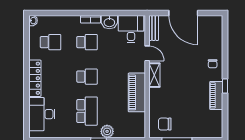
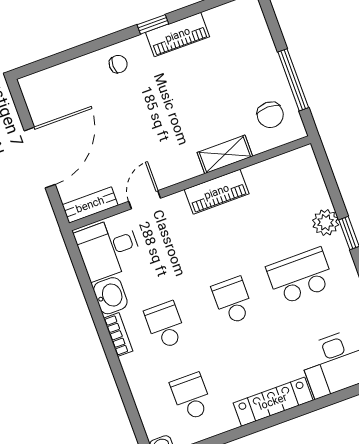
shelving: (154, 75) -> (225, 154), moved
piano: (137, 92) -> (217, 192), width x0.73, depth x0.75

